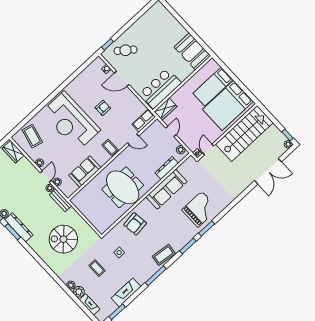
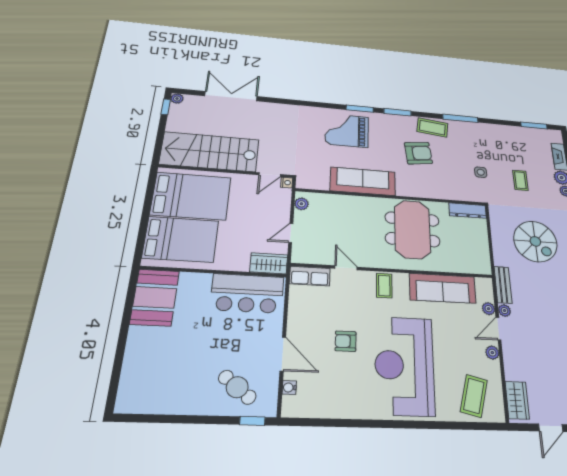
bed: (213, 86) -> (181, 239), width x1.50
reception desk: (71, 121) -> (404, 365), turned 180
dresser: (167, 168) -> (468, 211), moved
sofa: (85, 172) -> (443, 288), width x1.36
armchair: (135, 224) -> (418, 153), moved
fireplace: (126, 292) -> (508, 133), removed

